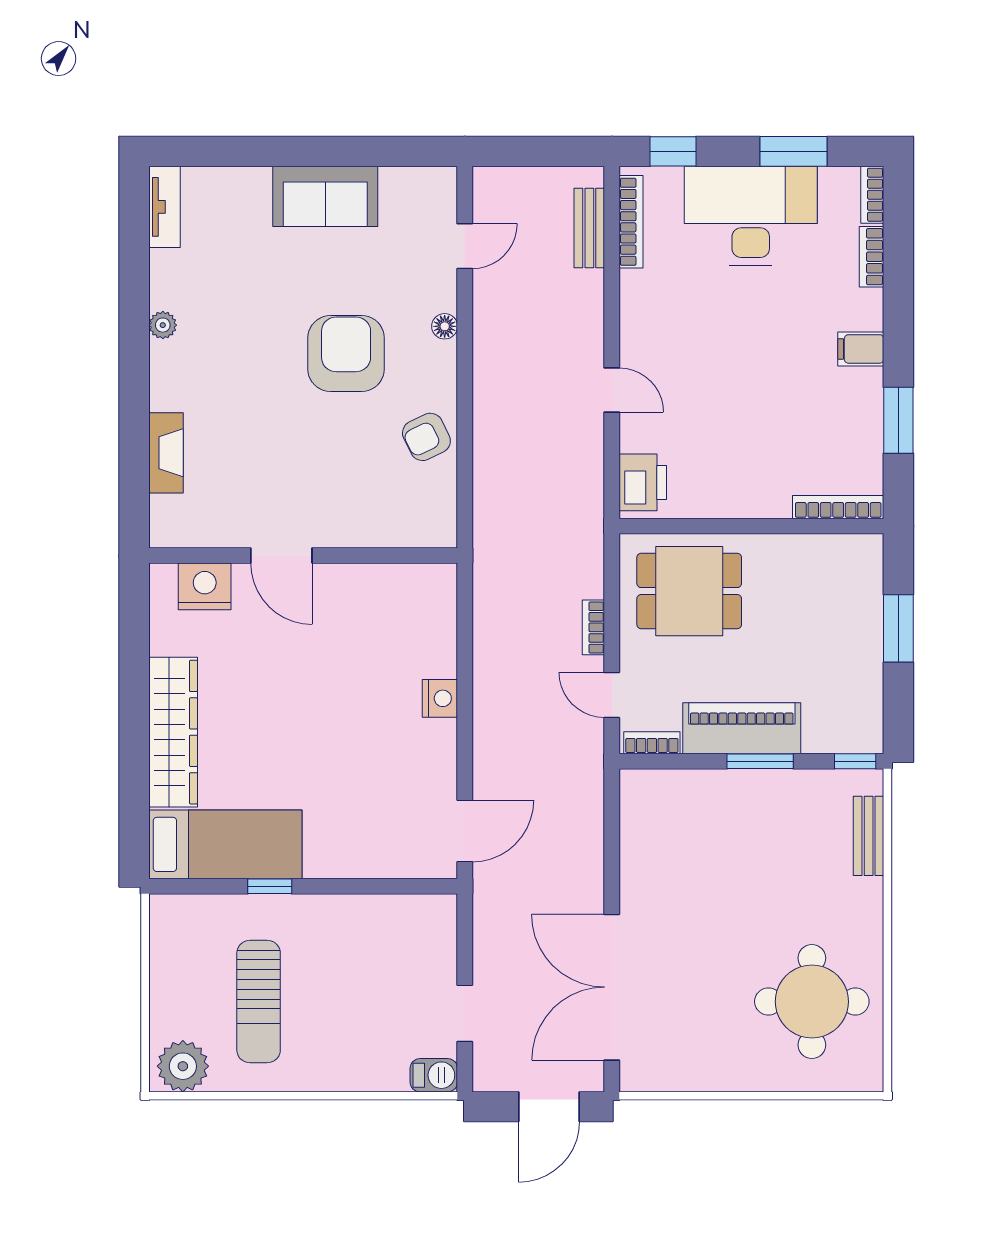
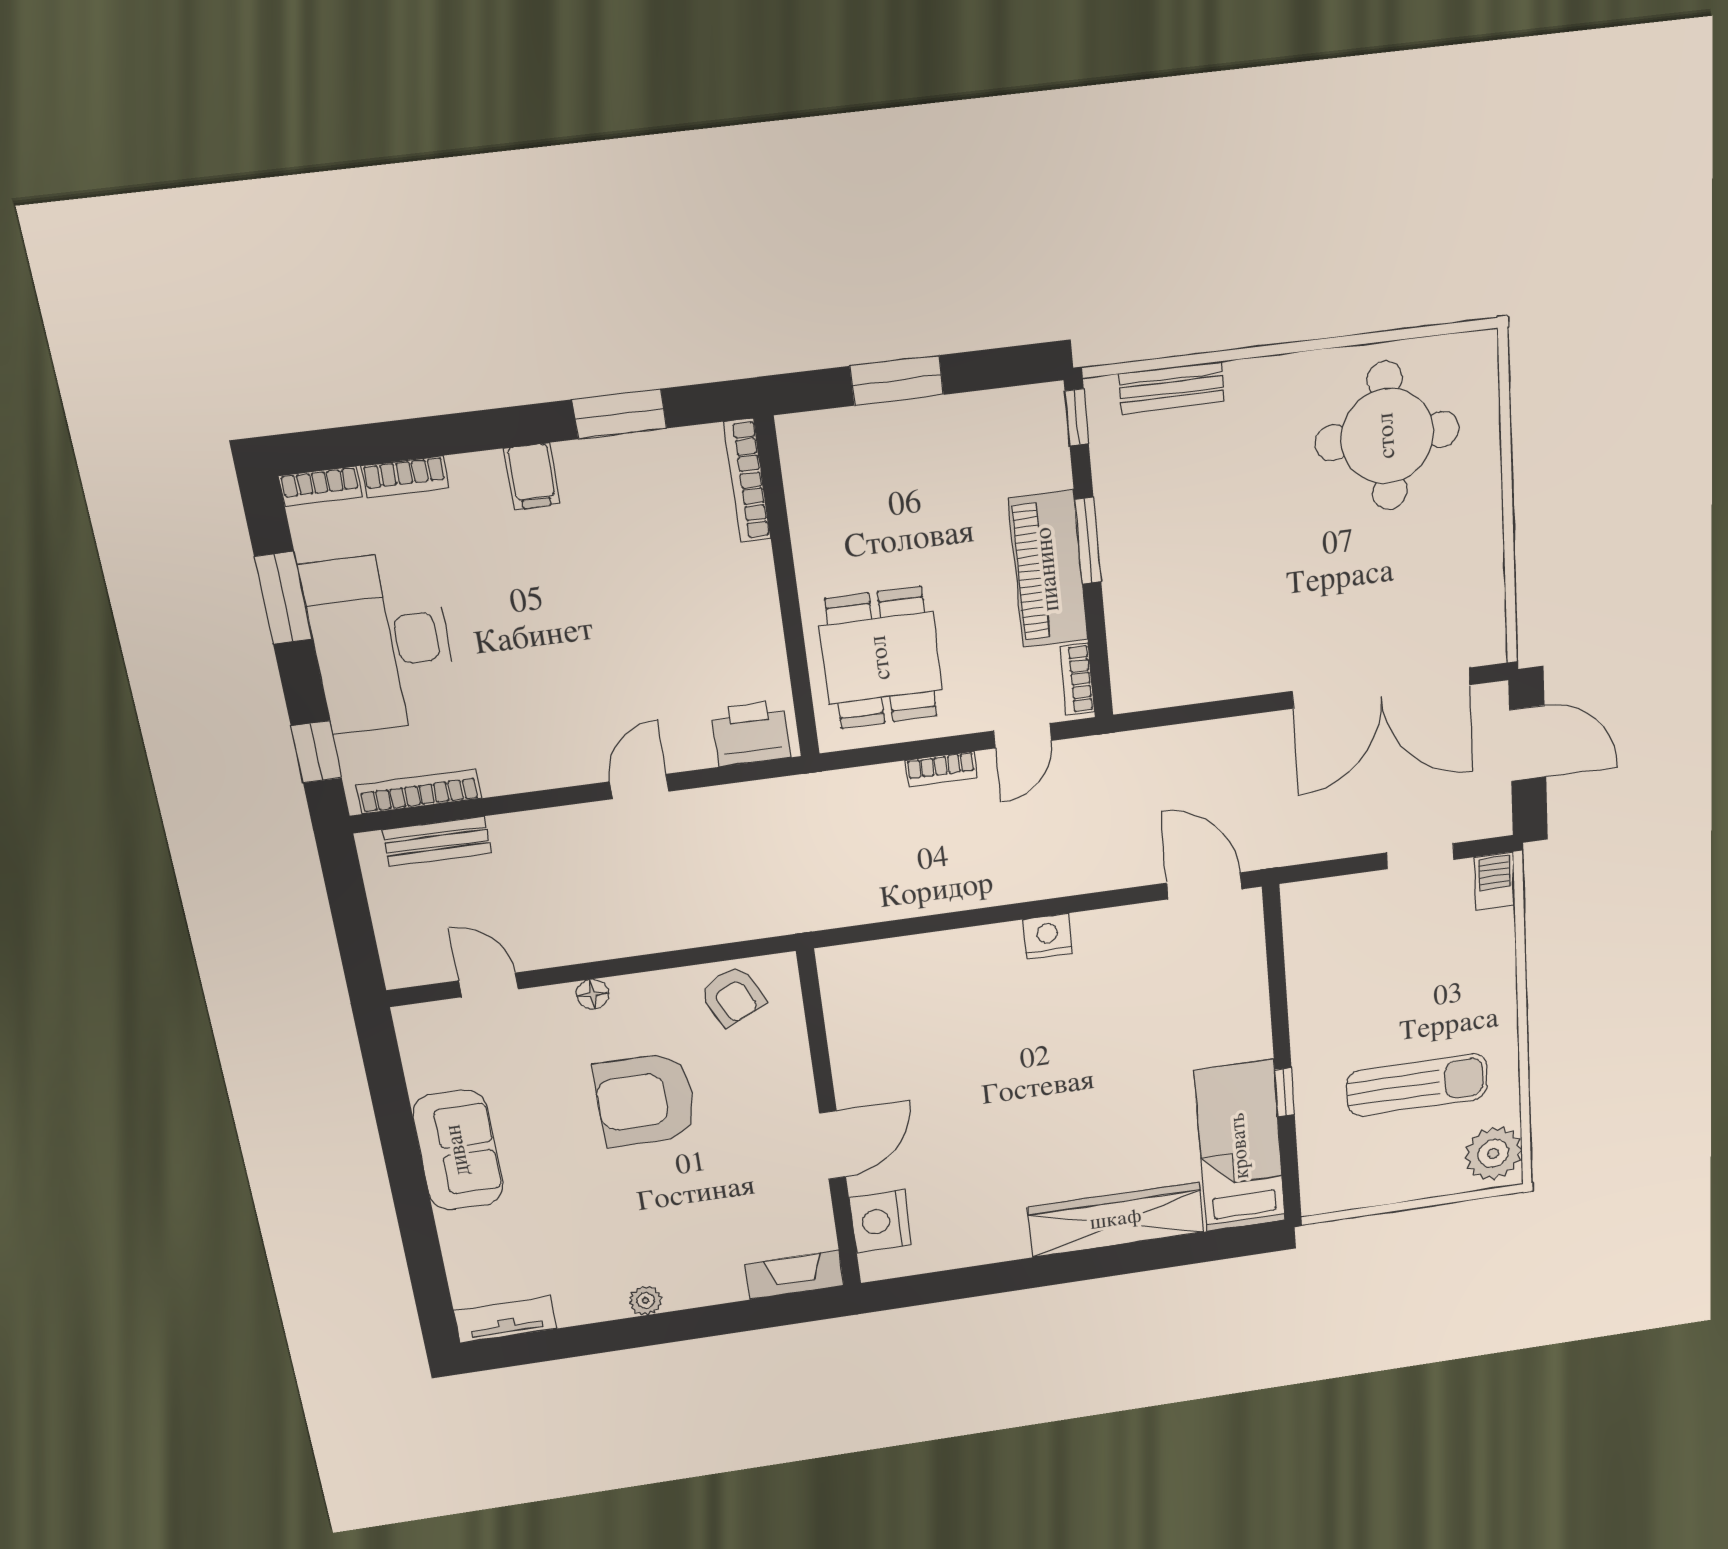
door: (281, 556) -> (833, 1145), moved
wall: (303, 556) -> (829, 1122), moved
nightstand: (205, 586) -> (880, 1221), moved

